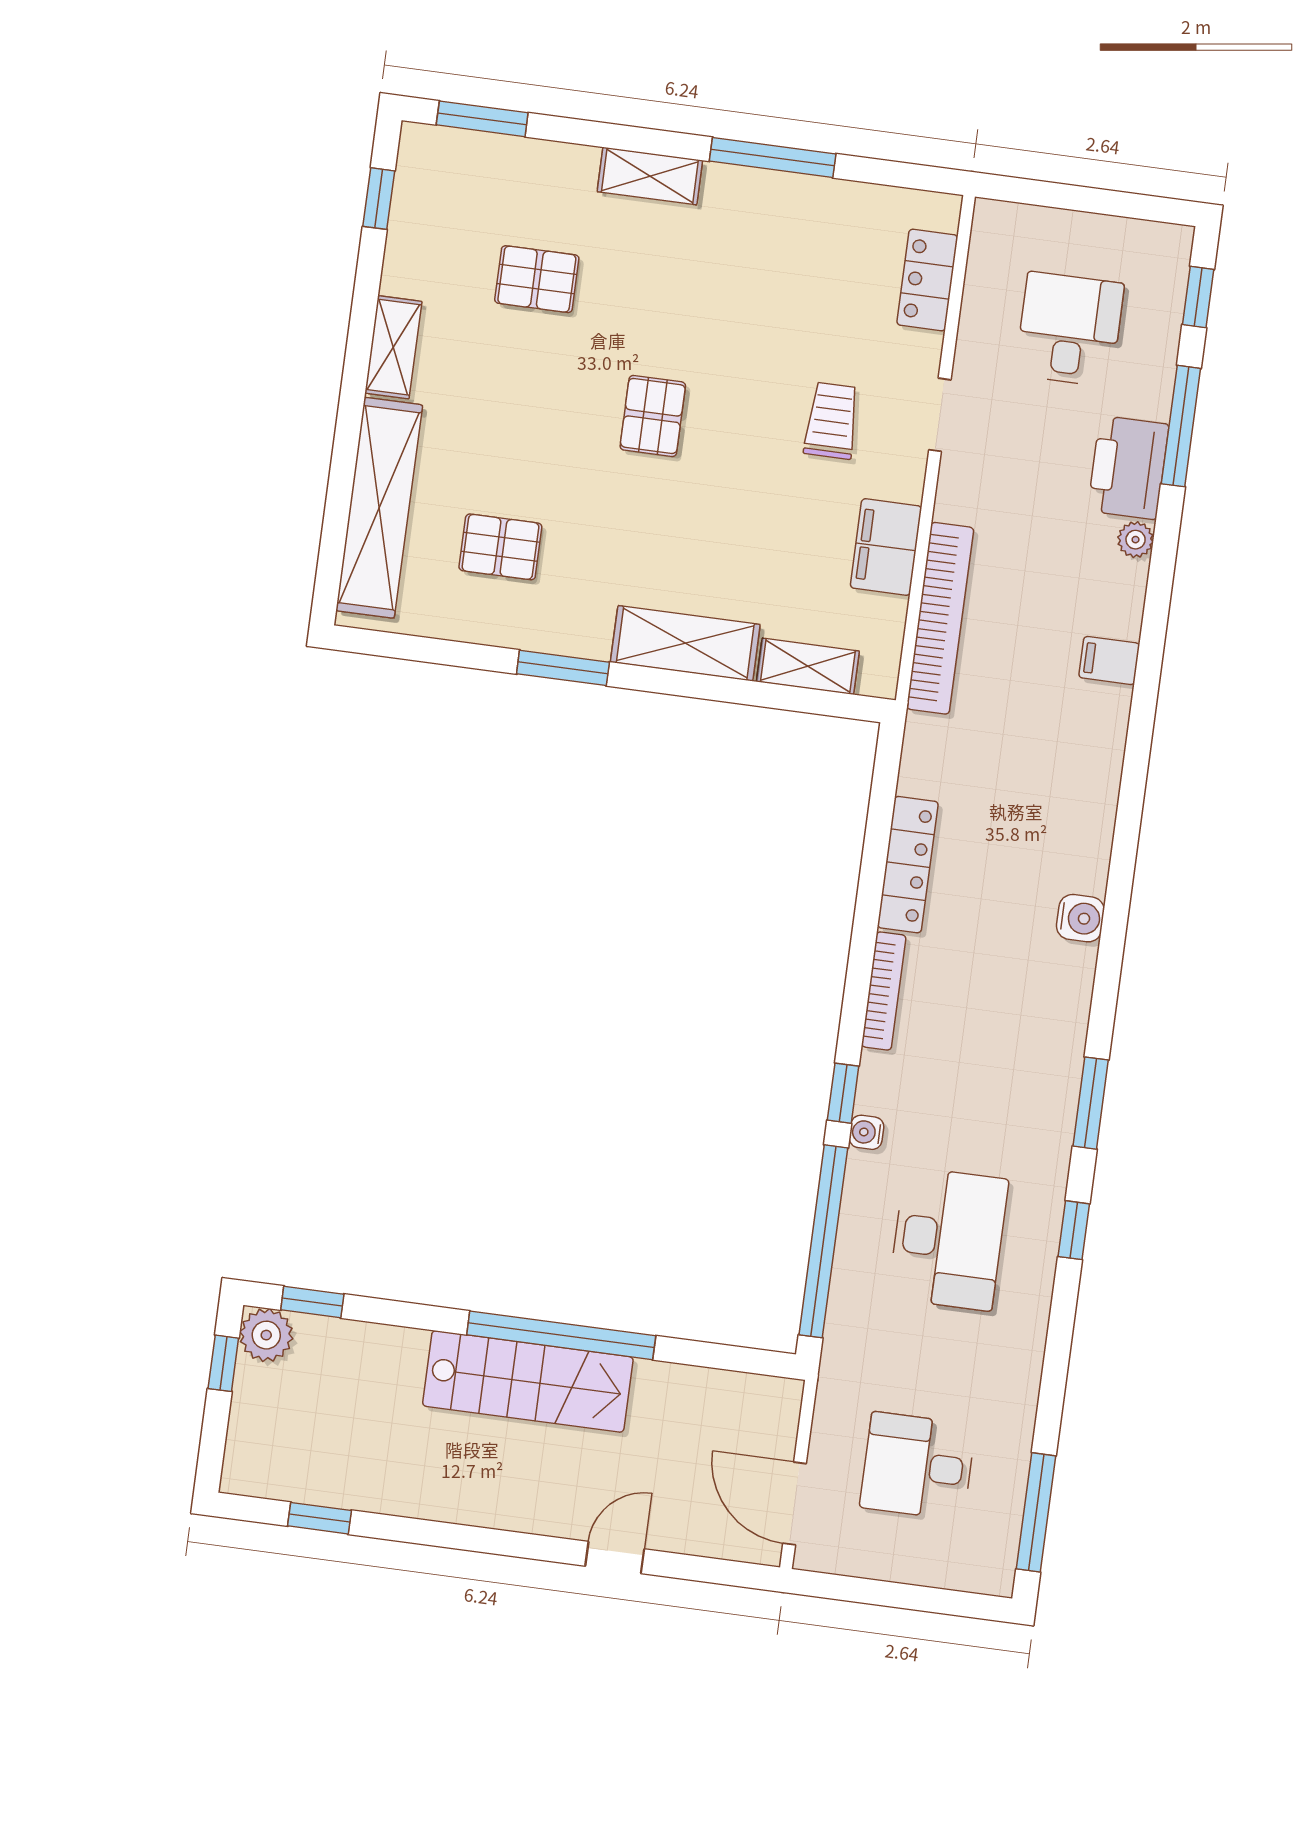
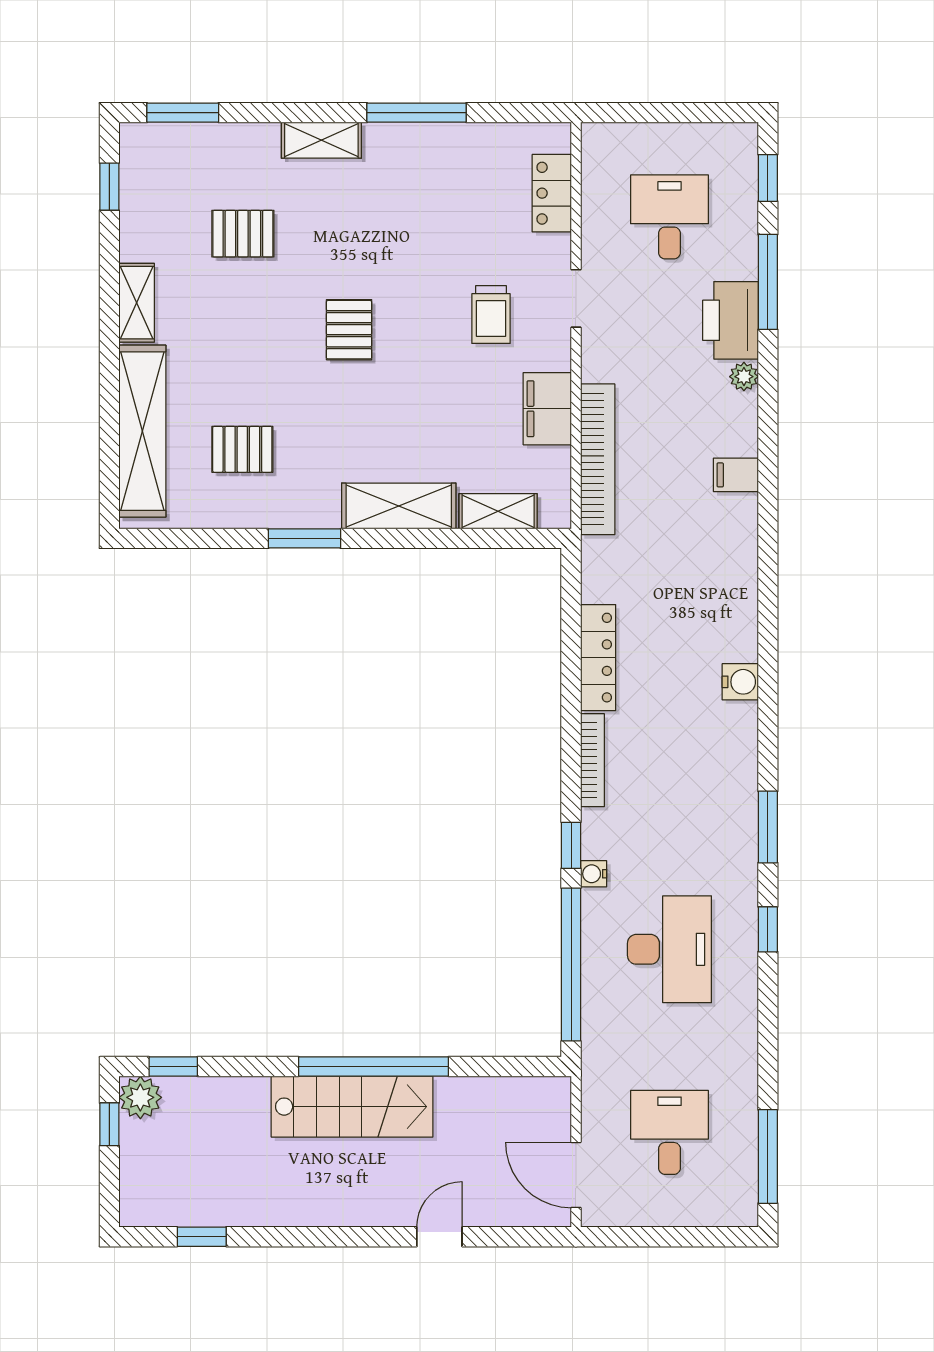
trolley: (832, 421) -> (491, 314), turned 180
desk: (918, 1466) -> (669, 1132), turned 90

